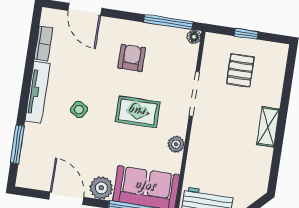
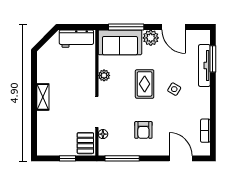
floor lamp: (194, 37) -> (103, 134), moved
pallet: (240, 70) -> (85, 143), moved
tv unit: (38, 92) -> (204, 65), moved
rug: (138, 112) -> (145, 84), moved, turned 90

